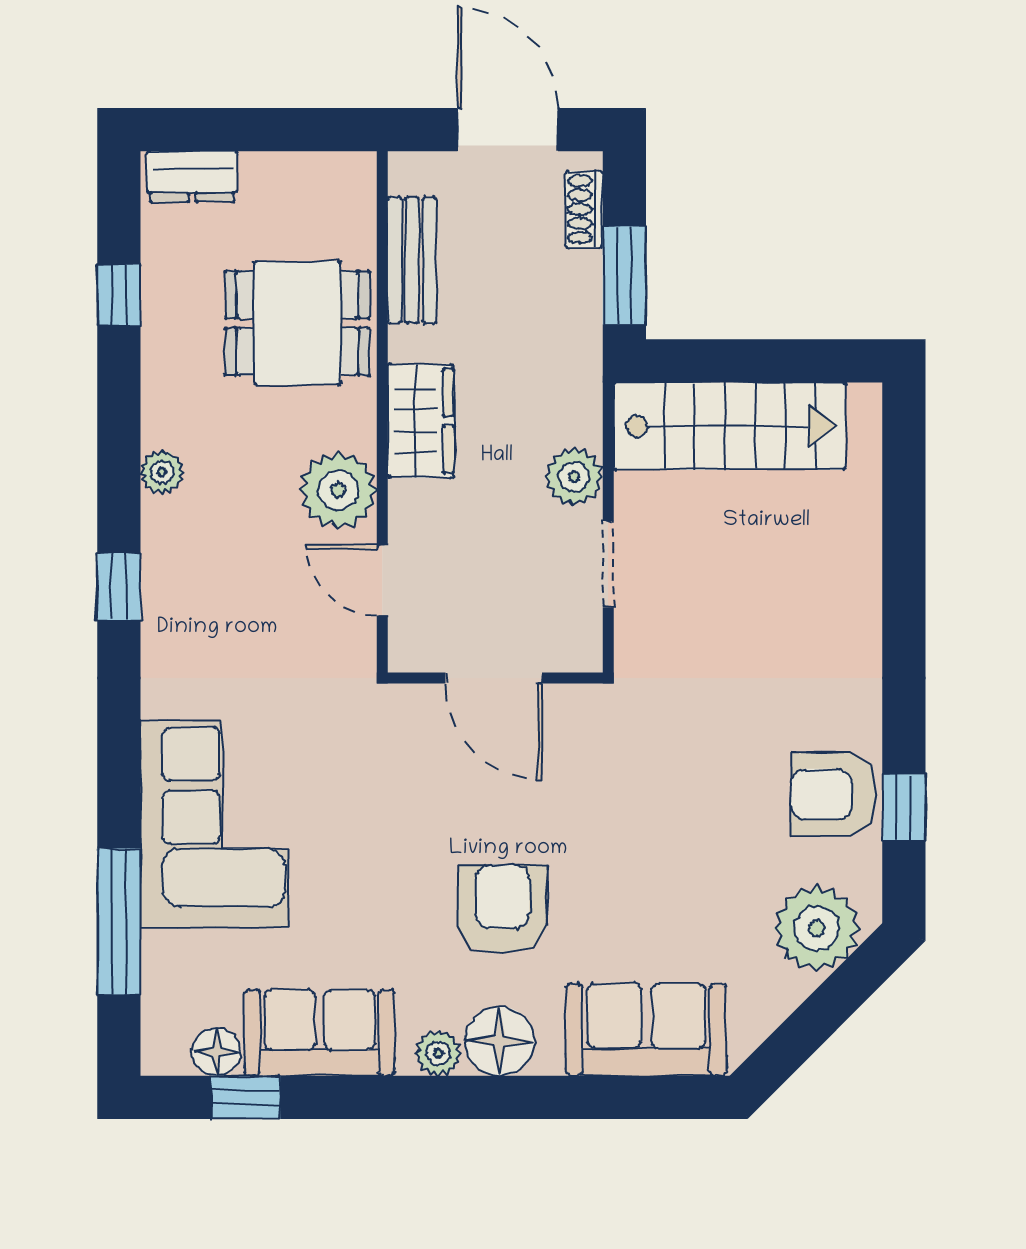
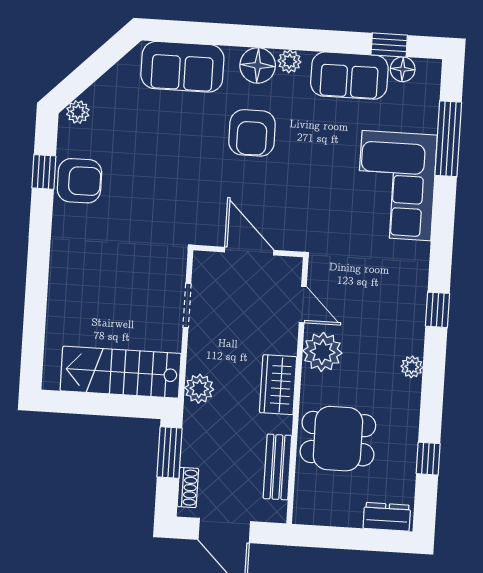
plant: (574, 477) -> (199, 389), moved
plant: (817, 928) -> (78, 112), width x0.53, depth x0.53

